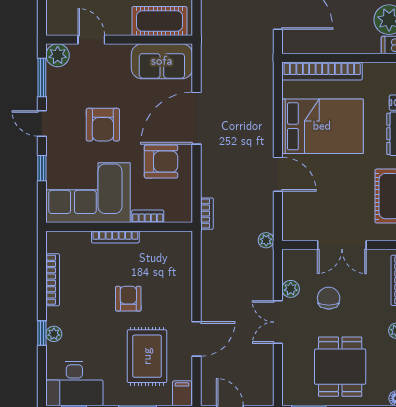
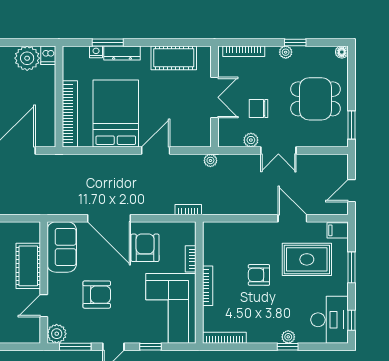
cot: (159, 21) -> (28, 266), moved
armchair: (103, 125) -> (97, 295), moved
bookcase: (53, 280) -> (224, 338), moved

